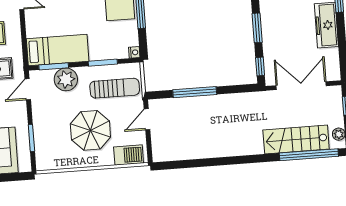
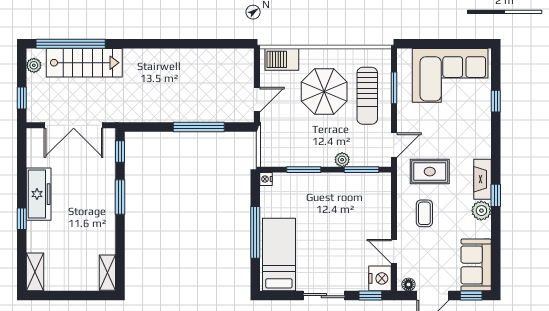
bed: (58, 50) -> (356, 189), removed
plant: (66, 79) -> (342, 160), width x0.53, depth x0.53
sun lounger: (115, 88) -> (367, 96), moved, turned -90

